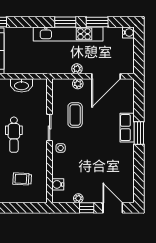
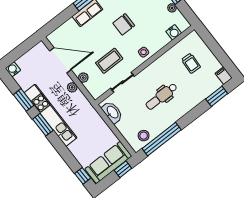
washbasin: (22, 85) -> (112, 112), moved
sliding door: (50, 127) -> (122, 82), moved
dental chair: (14, 135) -> (162, 96), turned 180
chair: (95, 149) -> (124, 24), added

